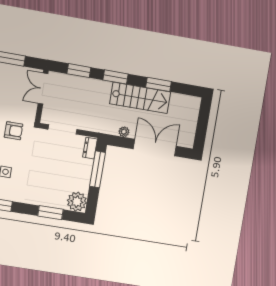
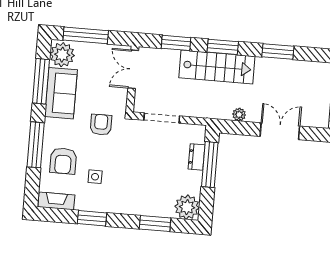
stairs: (140, 98) -> (217, 67), moved
armchair: (14, 131) -> (101, 125), turned -90
dresser: (90, 148) -> (196, 157), moved
double door: (155, 148) -> (280, 131), width x0.73

